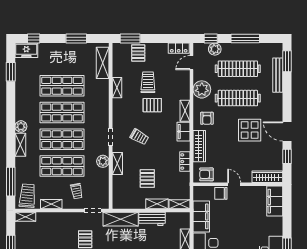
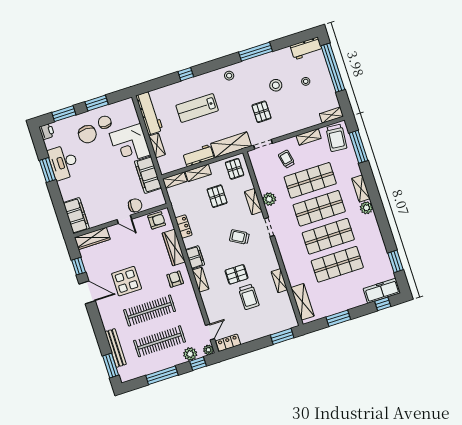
freezer: (26, 50) -> (382, 291), width x1.40
pallet: (138, 53) -> (235, 169), moved
plant: (202, 89) -> (208, 350), moved, width x0.53, depth x0.53

